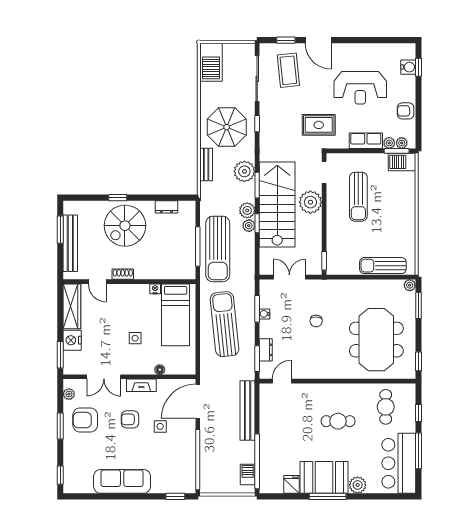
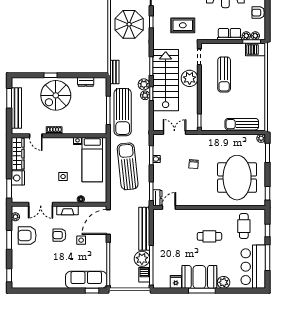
rug: (319, 125) -> (183, 25), moved
bench: (206, 164) -> (114, 72), moved
plant: (244, 171) -> (142, 259), moved
dresser: (266, 350) -> (157, 198), moved
sofa: (122, 481) -> (86, 280), moved

